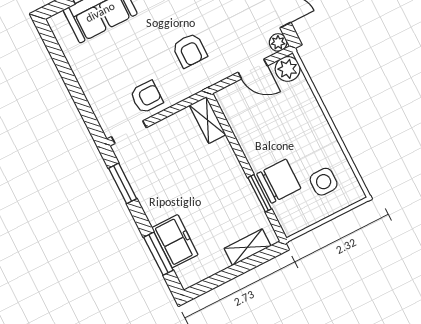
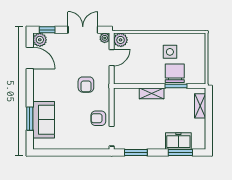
armchair: (190, 50) -> (86, 85), turned 90
armchair: (146, 97) -> (98, 118), turned -90
shelving: (208, 120) -> (152, 93), moved
side table: (324, 182) -> (170, 52), moved

